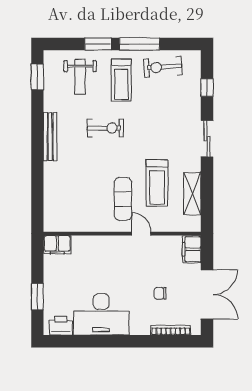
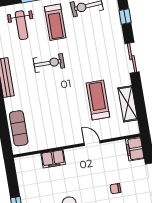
treadmill: (157, 183) -> (98, 100), turned 180
exercise mat: (123, 199) -> (19, 128), moved
filing cabinet: (57, 245) -> (53, 159), moved

